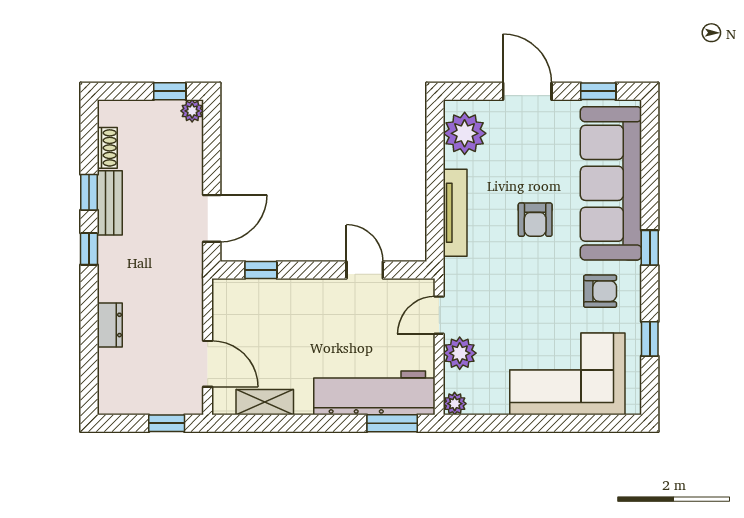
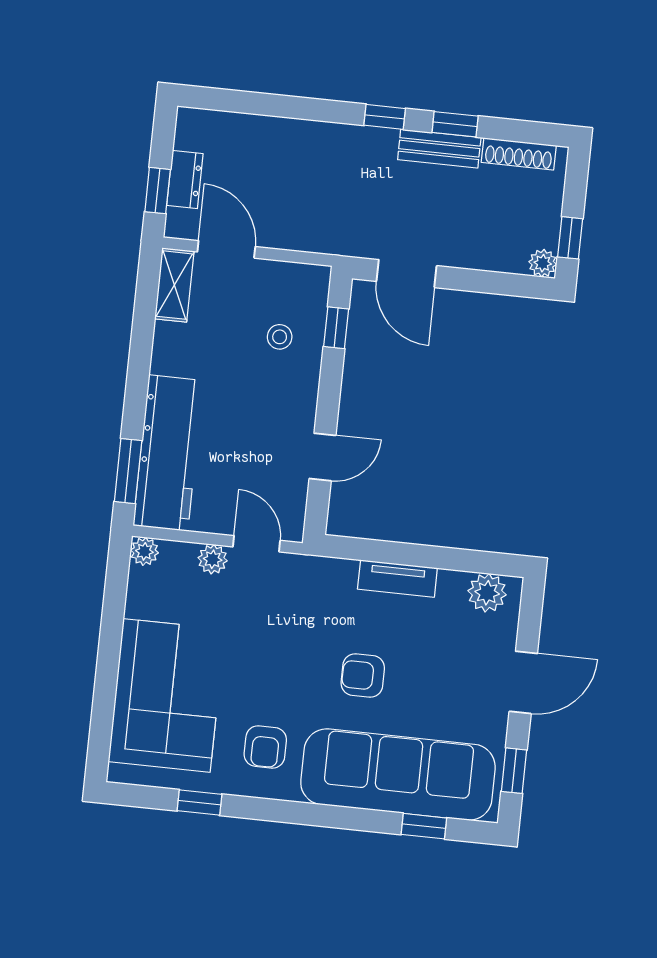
plant: (465, 133) -> (487, 593), width x0.73, depth x0.73
shoe rack: (107, 148) -> (519, 154), width x1.43
tv unit: (455, 213) -> (397, 579), width x0.71
window: (650, 248) -> (424, 826), moved
stool: (273, 314) -> (280, 337), added
dresser: (110, 325) -> (185, 180), moved, turned -90
plant: (460, 353) -> (213, 559), width x0.73, depth x0.73
door: (208, 364) -> (226, 249), swing flipped
shelving: (265, 402) -> (174, 285), moved

